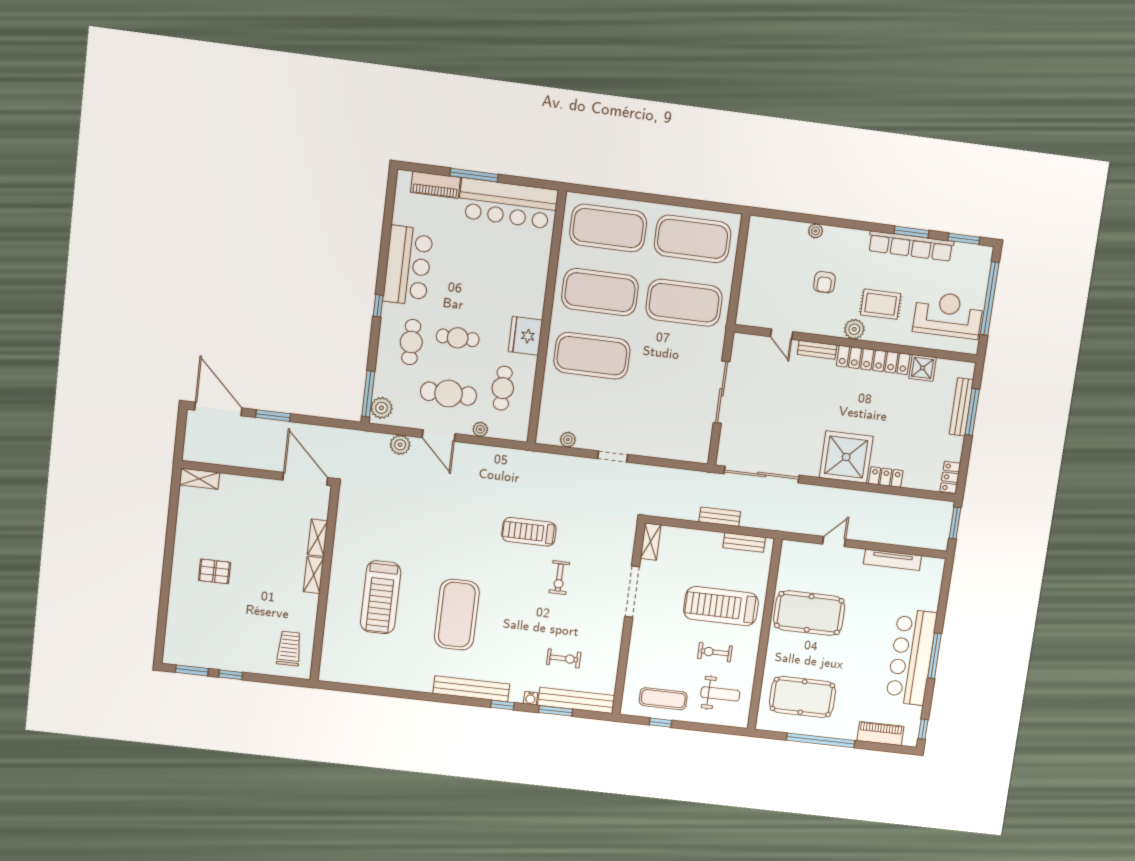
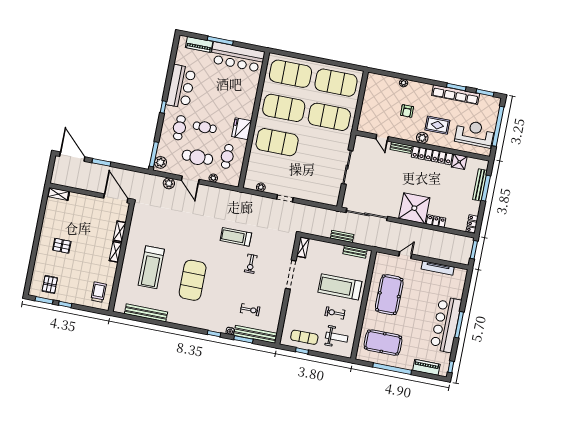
pool table: (809, 613) -> (389, 295), turned 90
pallet: (199, 642) -> (50, 284), added
bench: (471, 689) -> (146, 313), moved

